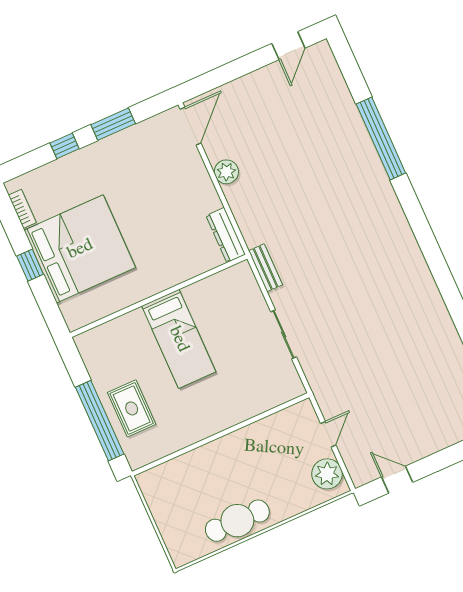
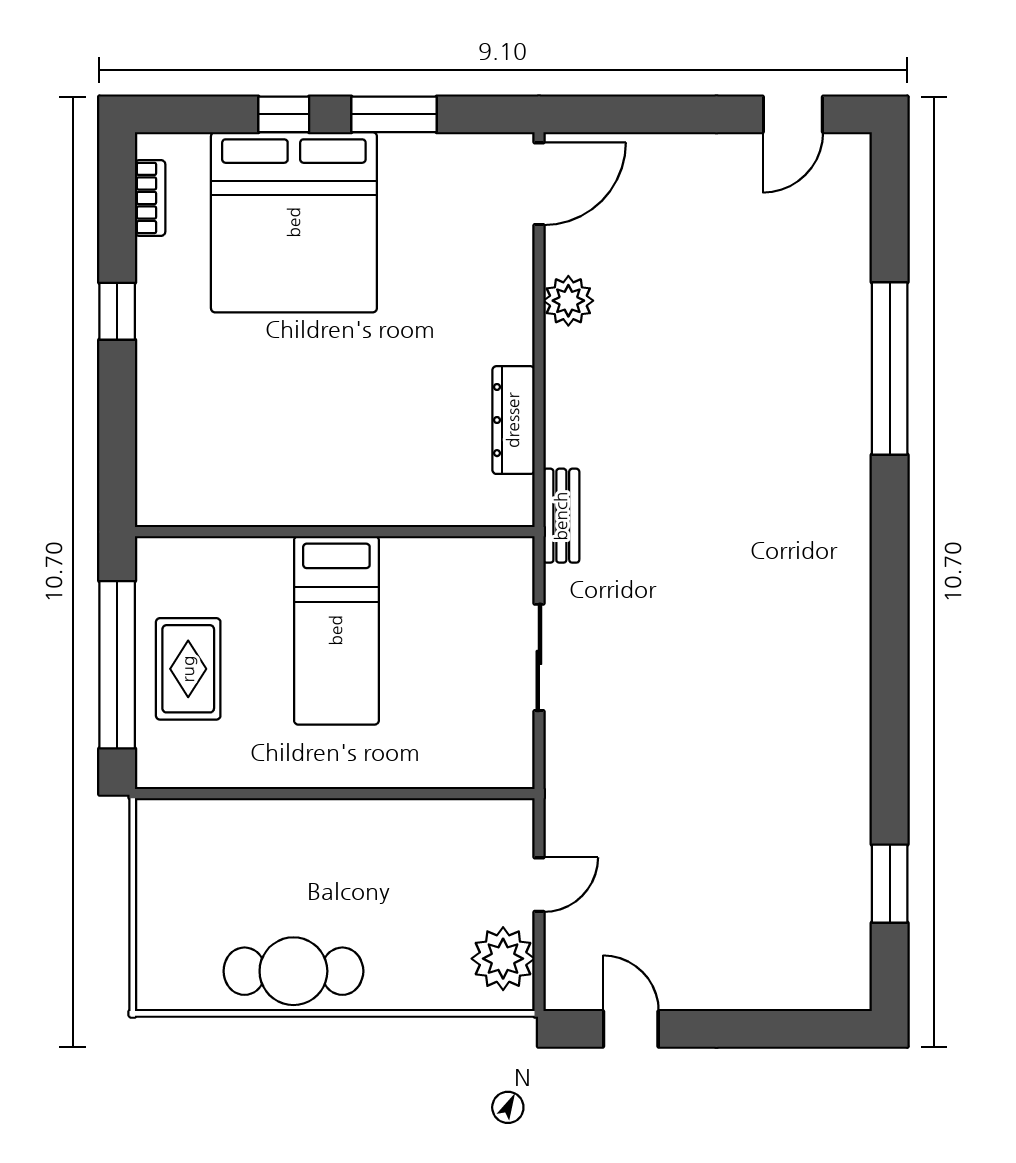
bed: (80, 249) -> (294, 222), moved, turned 90
wall: (159, 296) -> (335, 532), moved
bed: (179, 339) -> (336, 630), moved

